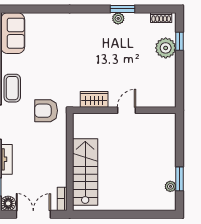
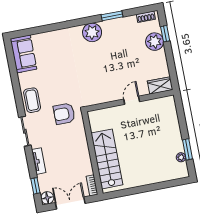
plant: (118, 18) -> (92, 32), moved, width x1.88, depth x1.88
wardrobe: (94, 99) -> (160, 85), moved

